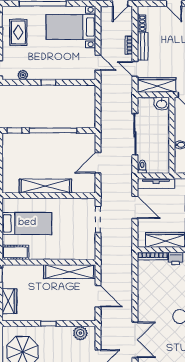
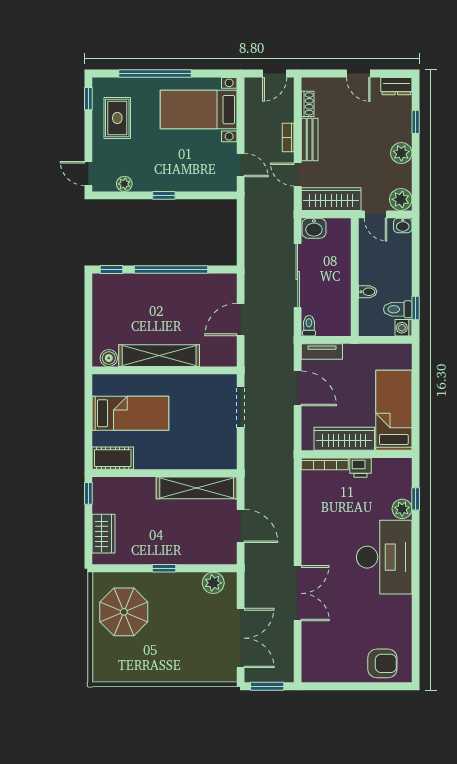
washbasin: (162, 104) -> (314, 228), moved
tv unit: (156, 183) -> (322, 352), width x0.71
boiler: (13, 188) -> (109, 358), added

